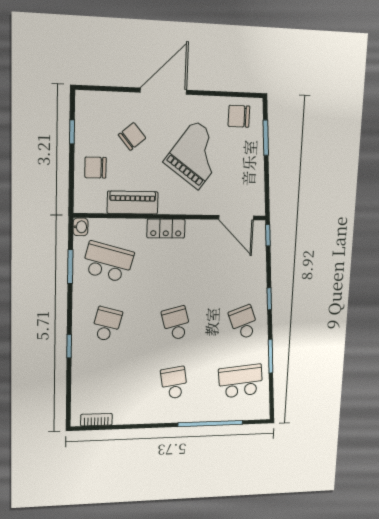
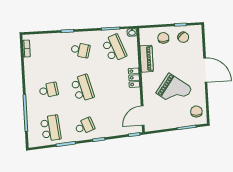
chair: (132, 136) -> (183, 37), moved
school desk: (108, 262) -> (114, 48), turned -36
school desk: (176, 323) -> (82, 88), width x1.85

